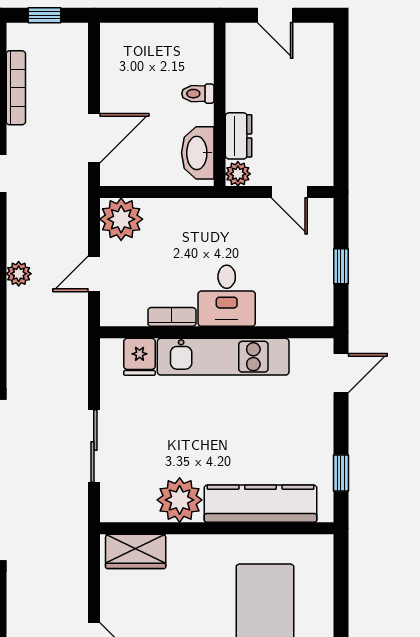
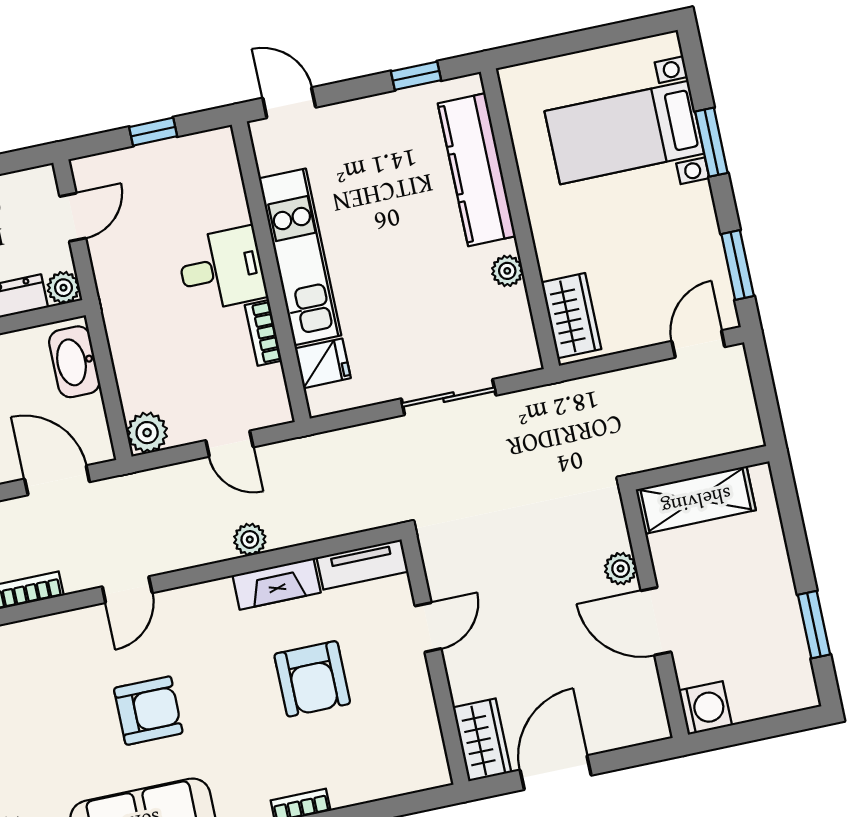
washbasin: (198, 153) -> (74, 362), moved, turned 90
plant: (121, 219) -> (147, 433), width x0.73, depth x0.73
plant: (180, 500) -> (507, 271), width x0.53, depth x0.53

